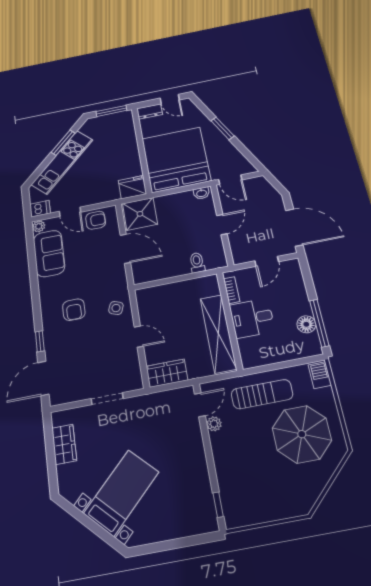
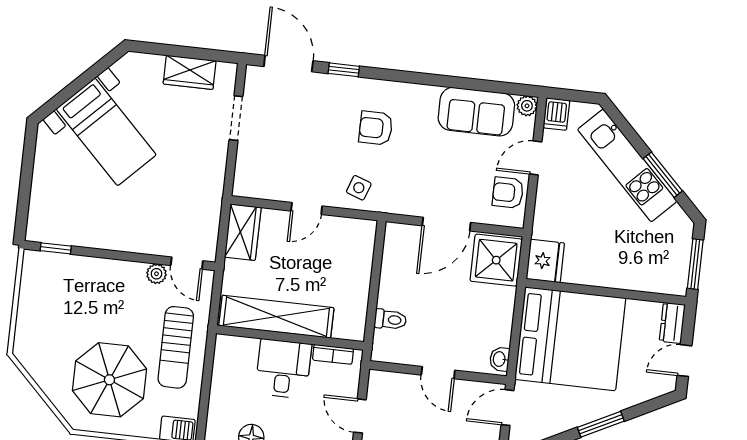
armchair: (96, 220) -> (508, 193), turned 90
doorway: (107, 399) -> (236, 118), moved

